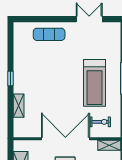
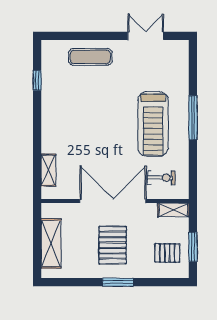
window: (10, 78) -> (37, 80), moved
shelving: (19, 106) -> (48, 170), moved

